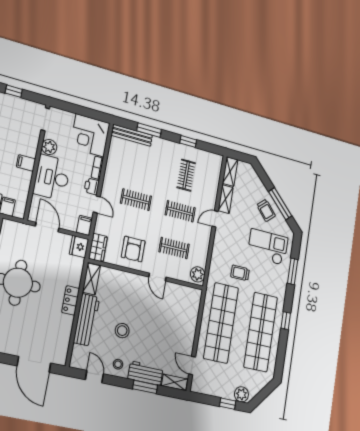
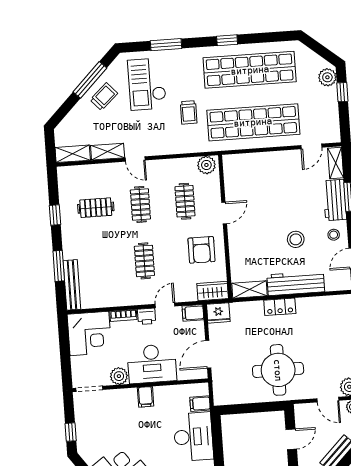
armchair: (133, 249) -> (201, 250), turned 90

